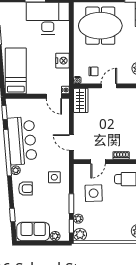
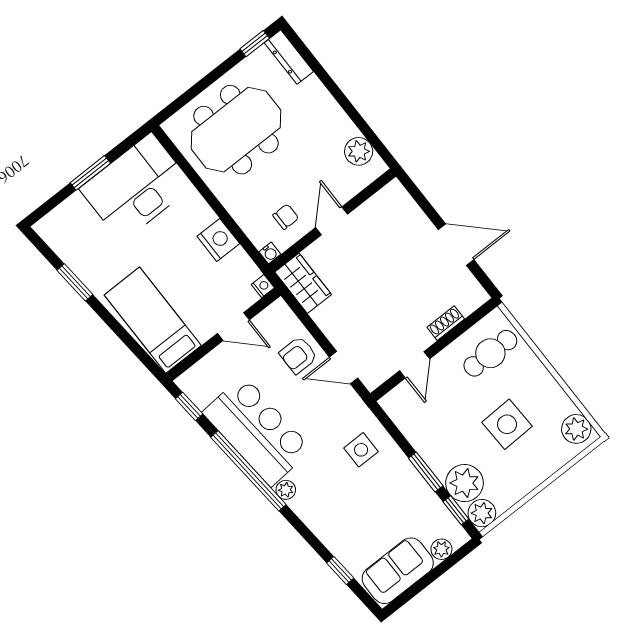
door: (54, 96) -> (233, 327), moved
armchair: (25, 189) -> (298, 355), moved, turned 180
side table: (94, 193) -> (507, 424), moved
plant: (78, 219) -> (465, 483), width x1.88, depth x1.88

